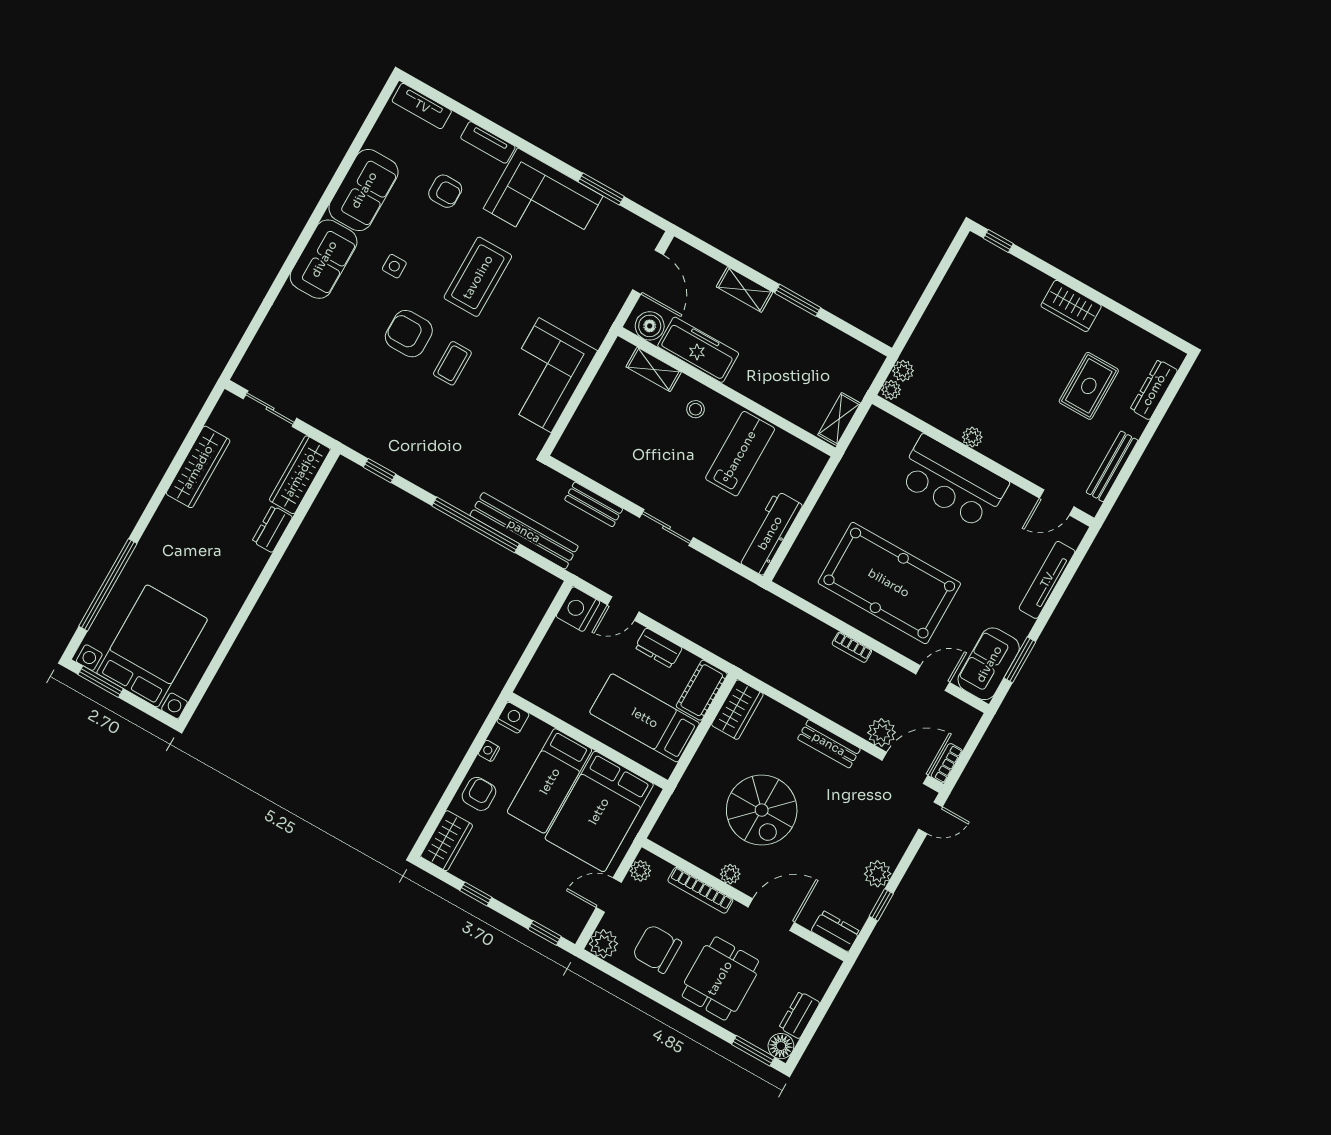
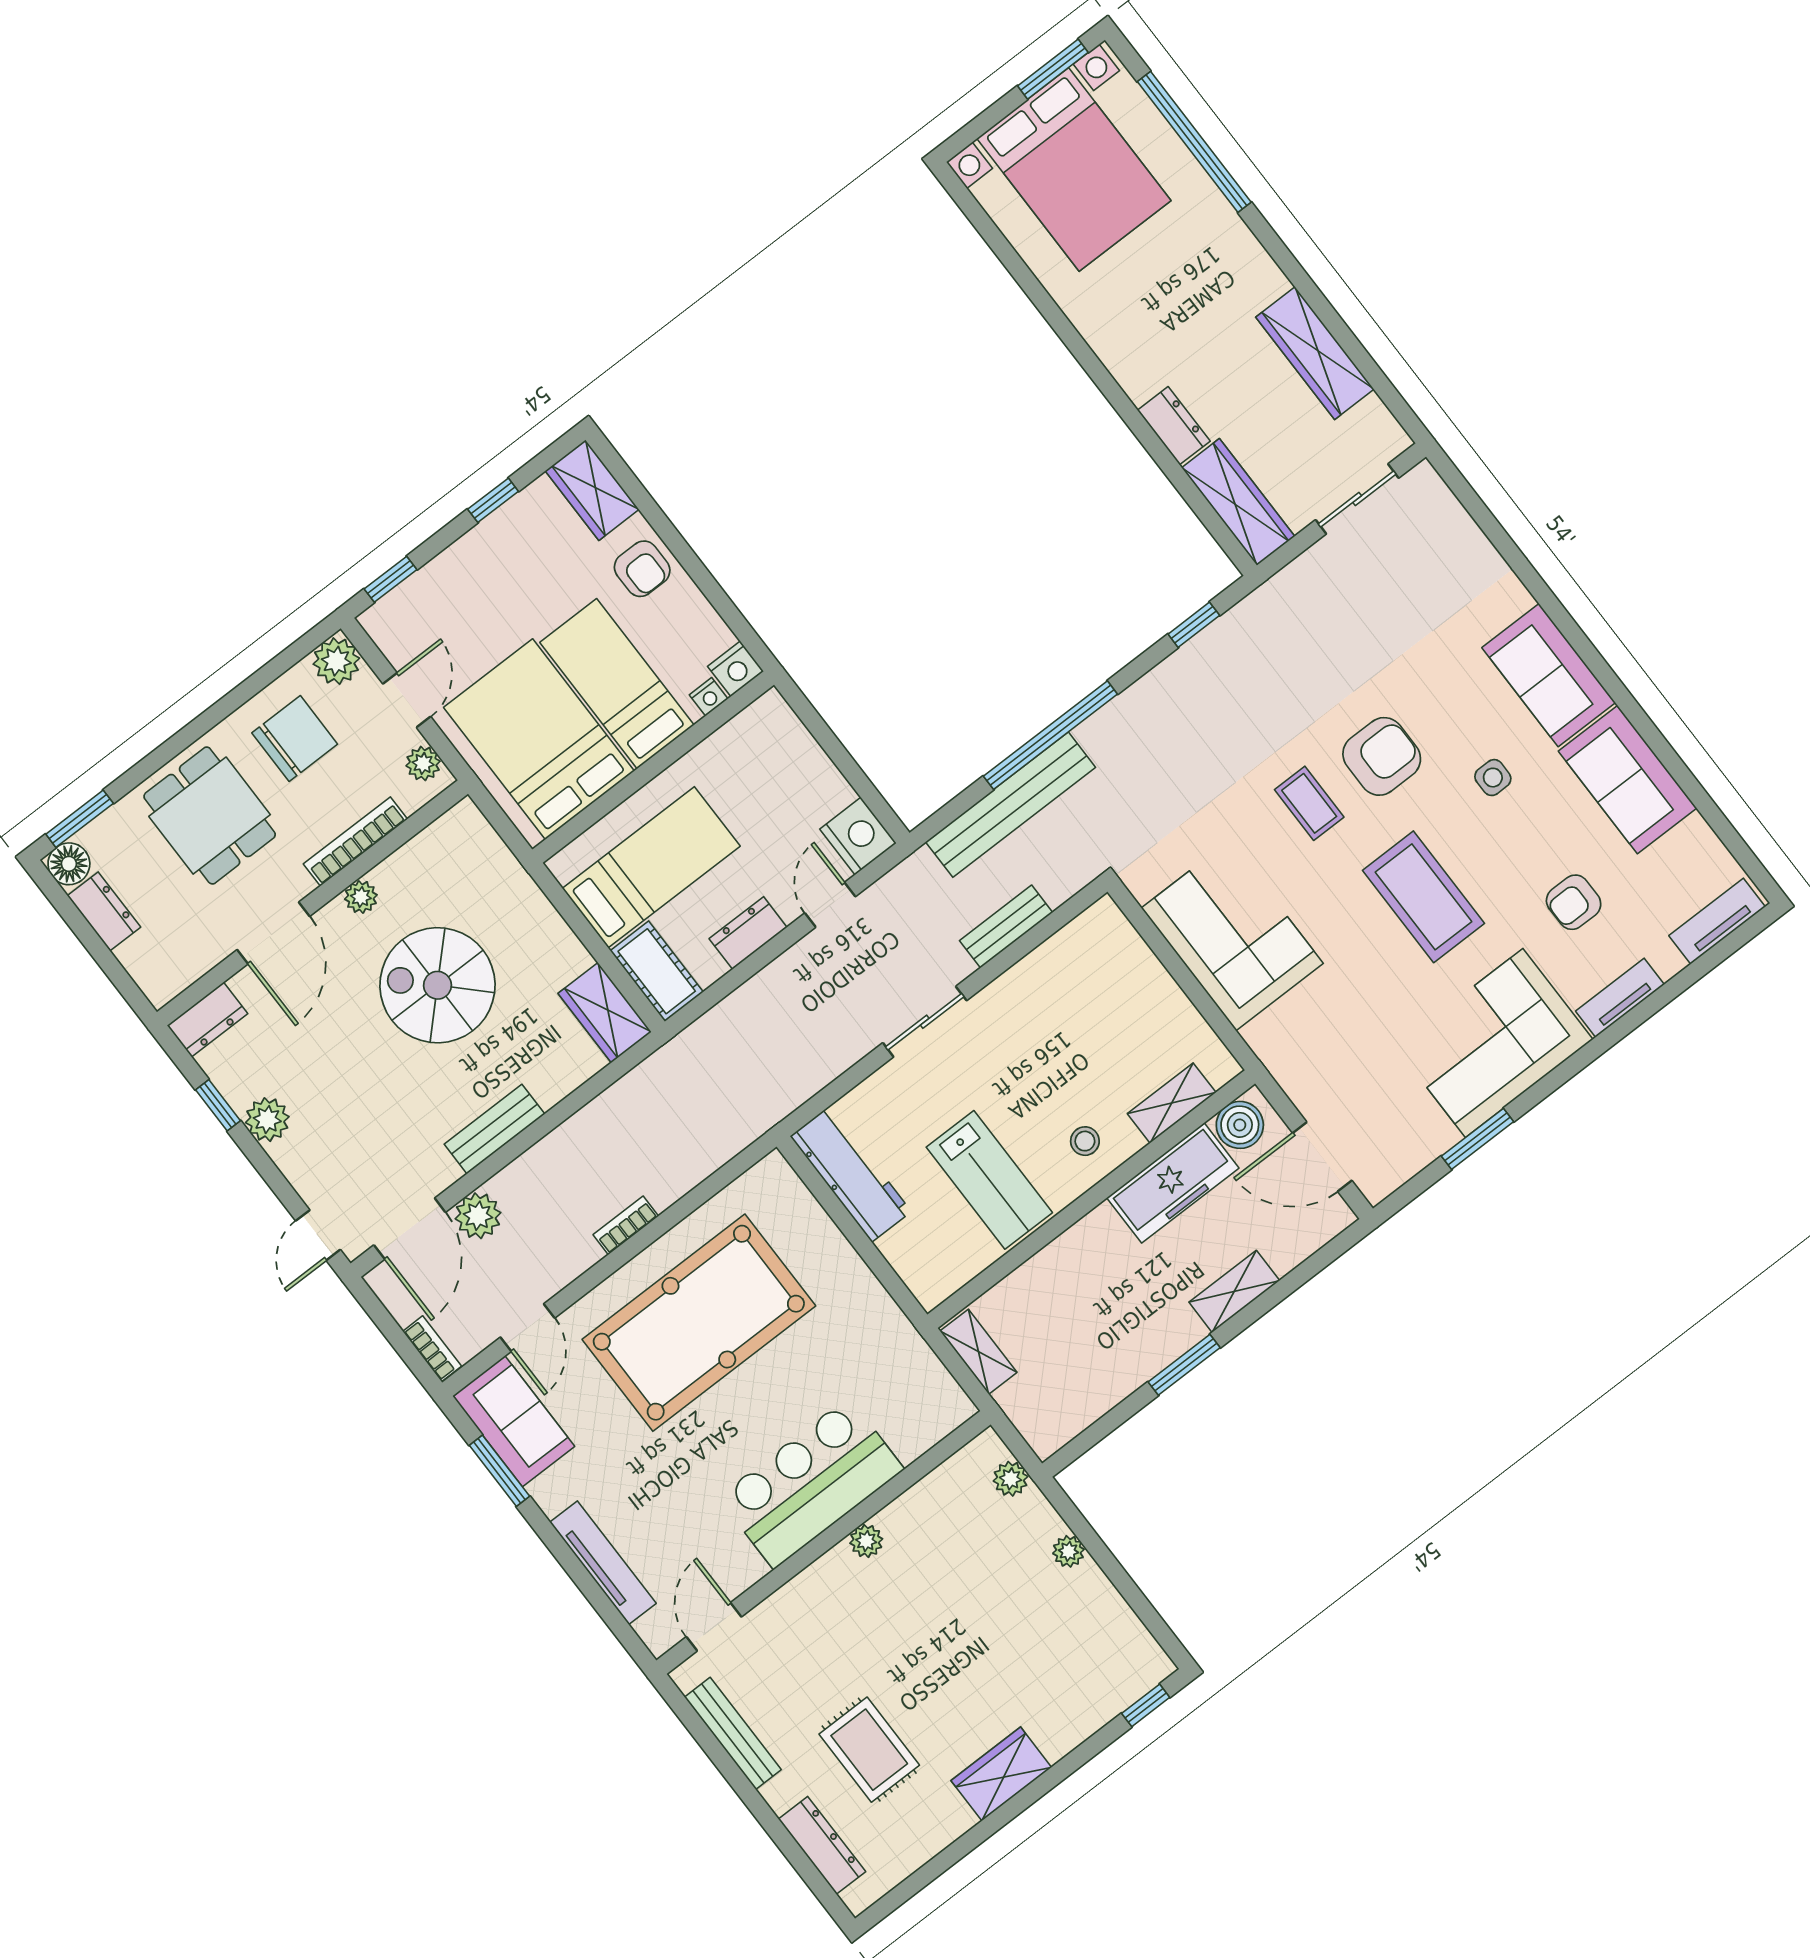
plant: (891, 390) -> (1068, 1551), moved
nightstand: (489, 751) -> (709, 697), moved, turned 90
bookcase: (947, 763) -> (432, 1349), moved

